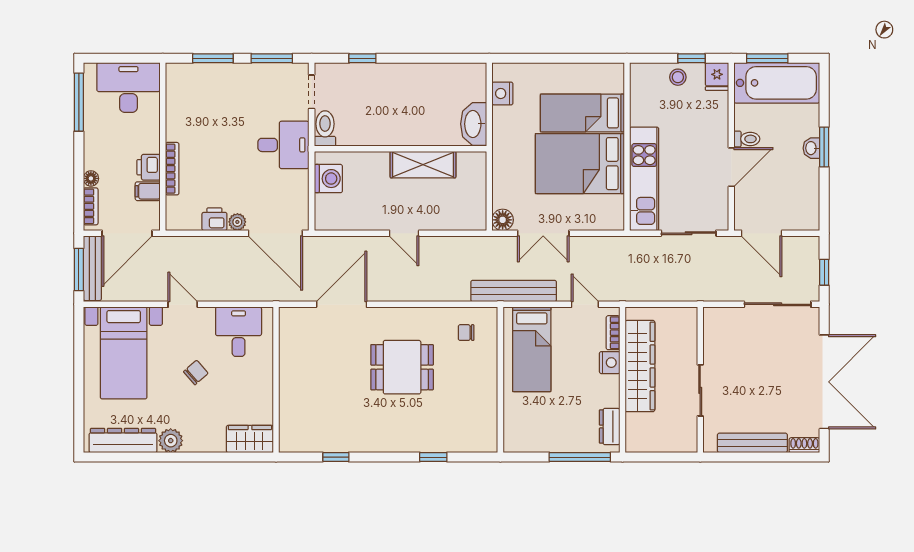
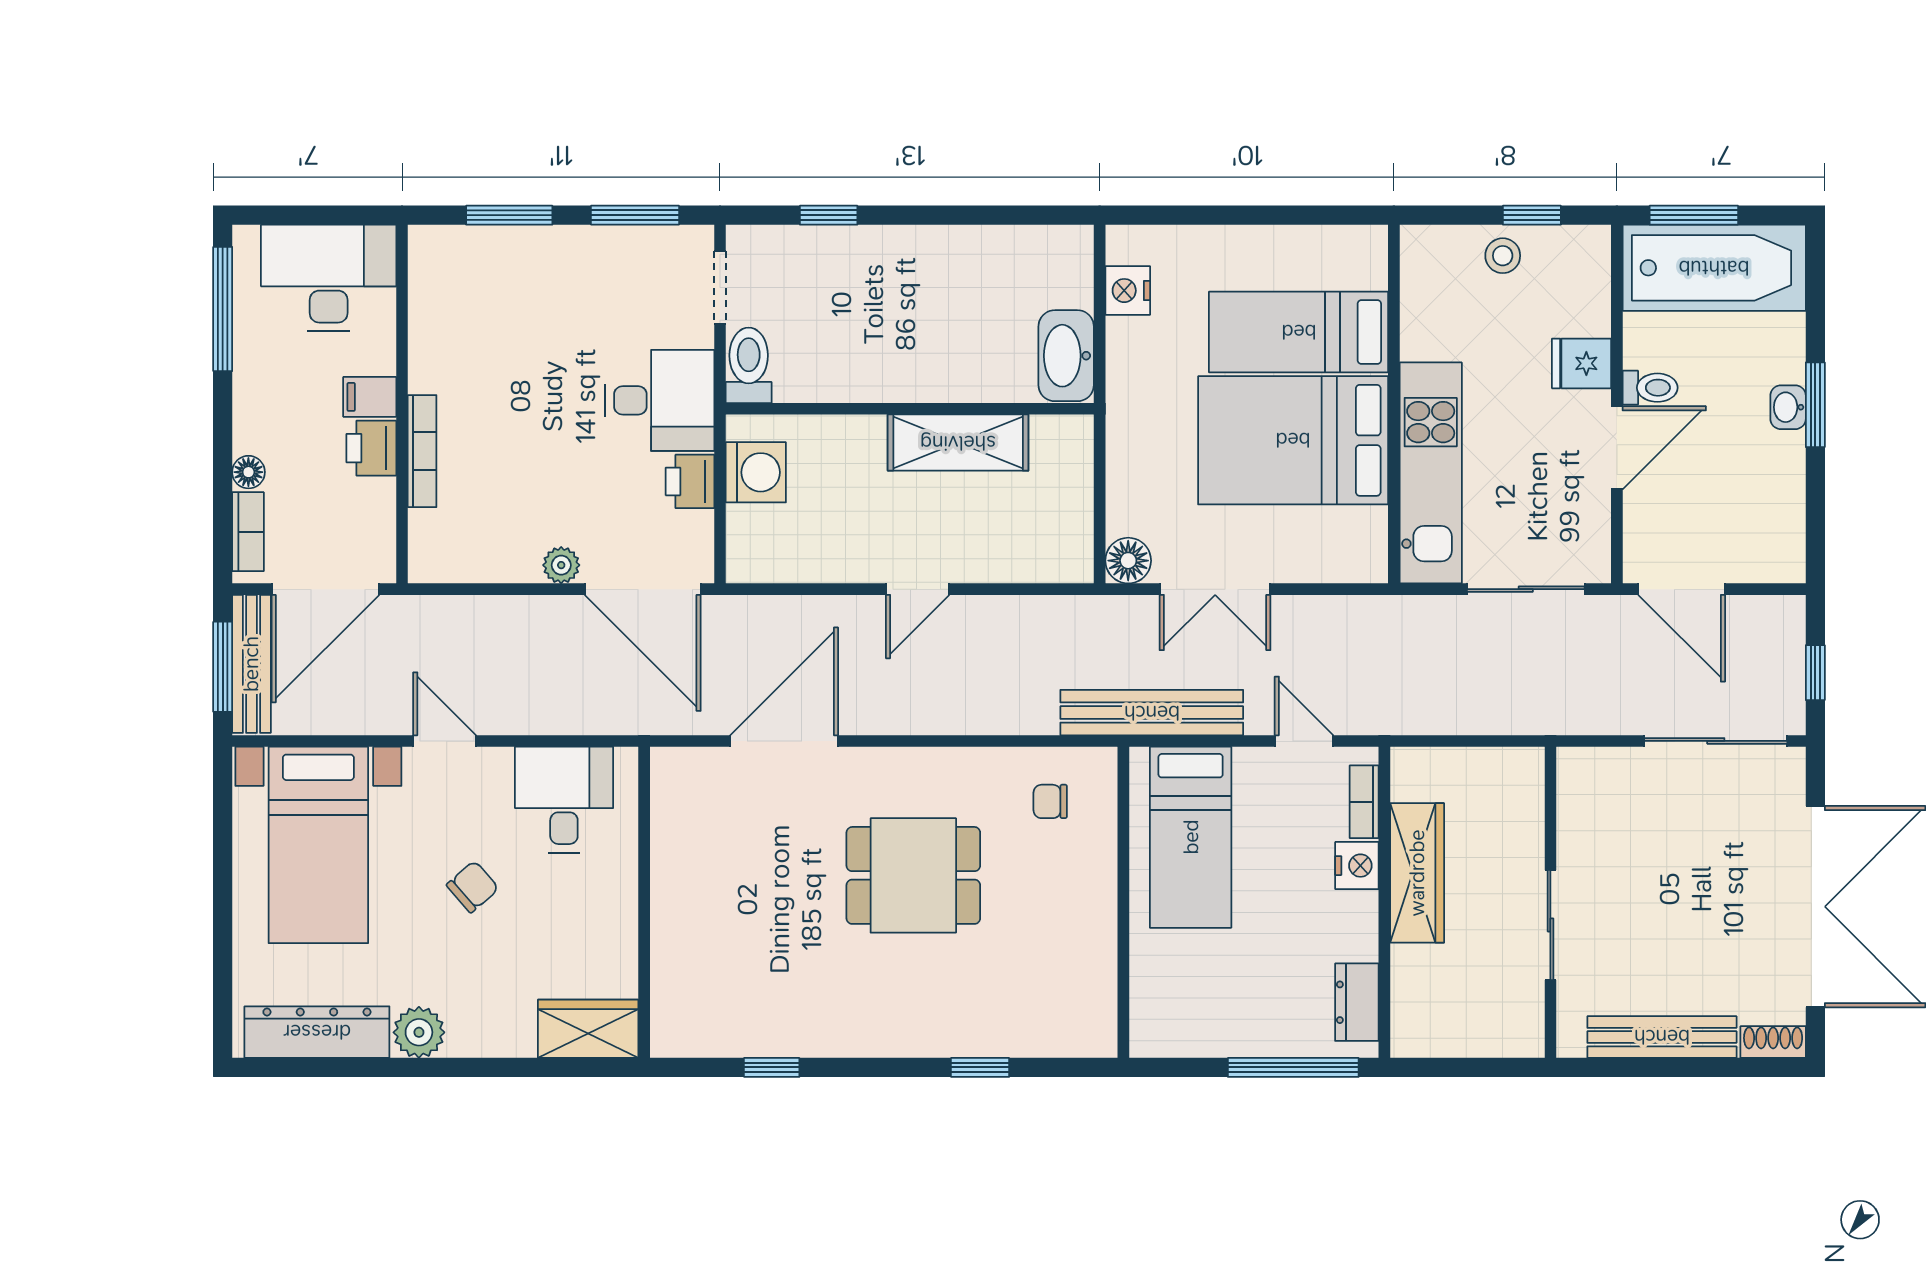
fridge: (717, 77) -> (1582, 363), moved, turned 90
filing cabinet: (148, 191) -> (370, 397), moved
printer: (214, 219) -> (690, 481), moved, turned -90
door: (404, 233) -> (918, 589), hinge flipped
wardrobe: (640, 366) -> (1417, 873), width x0.71, depth x0.85

